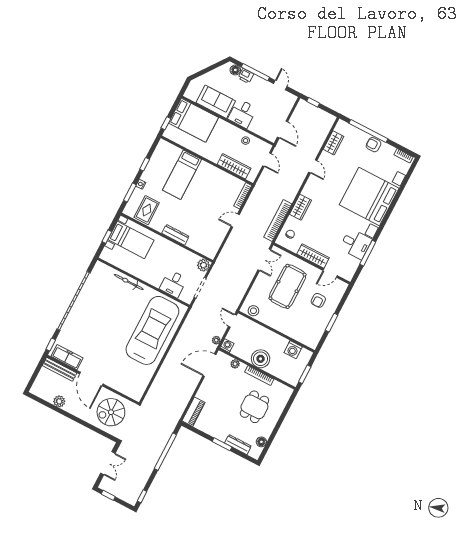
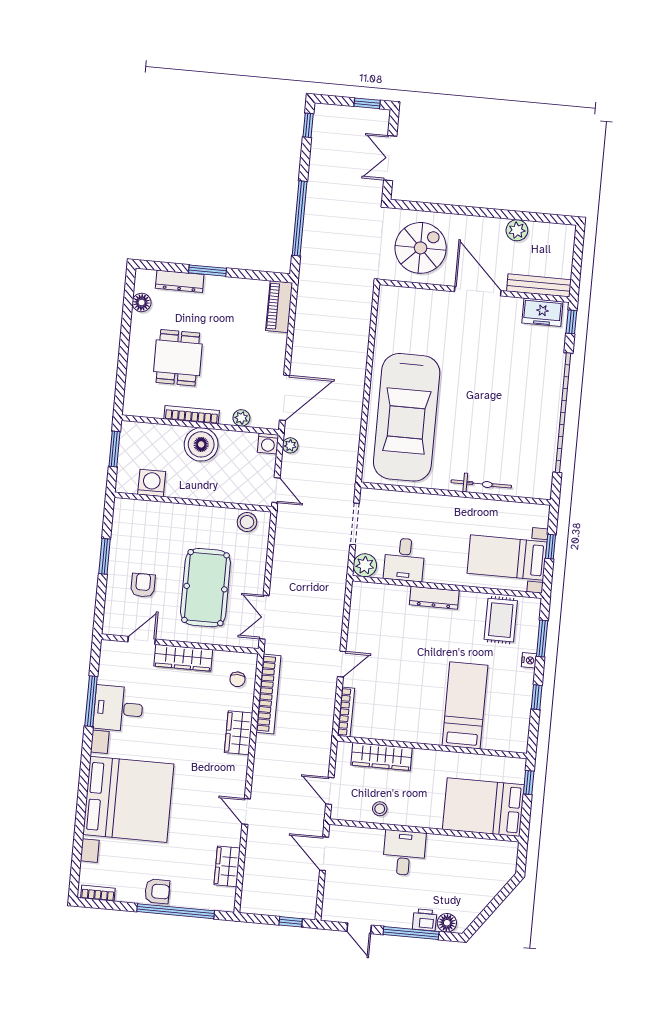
sofa: (216, 102) -> (458, 854), removed
desk: (173, 284) -> (404, 560), moved, turned 180
freezer: (67, 357) -> (542, 312), width x0.71

